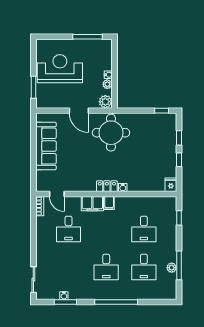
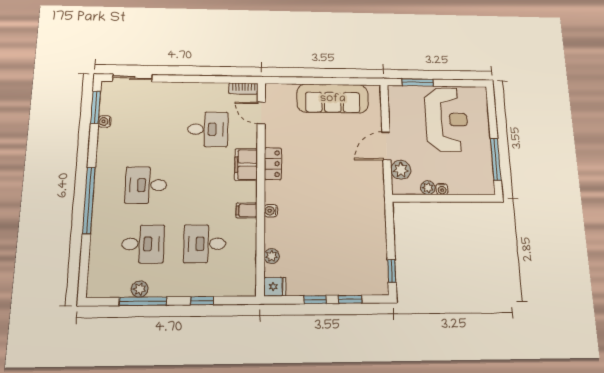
plant: (105, 102) -> (401, 170), moved
round table: (111, 133) -> (355, 193), removed
locker: (107, 186) -> (273, 164), moved
plant: (152, 187) -> (272, 256), added
door: (57, 194) -> (261, 113), hinge flipped
filing cabinet: (109, 203) -> (247, 210), moved
window: (179, 218) -> (202, 301), moved
desk: (69, 229) -> (208, 129), turned 180
desk: (144, 267) -> (143, 244), turned 180
window: (65, 302) -> (96, 107), moved

